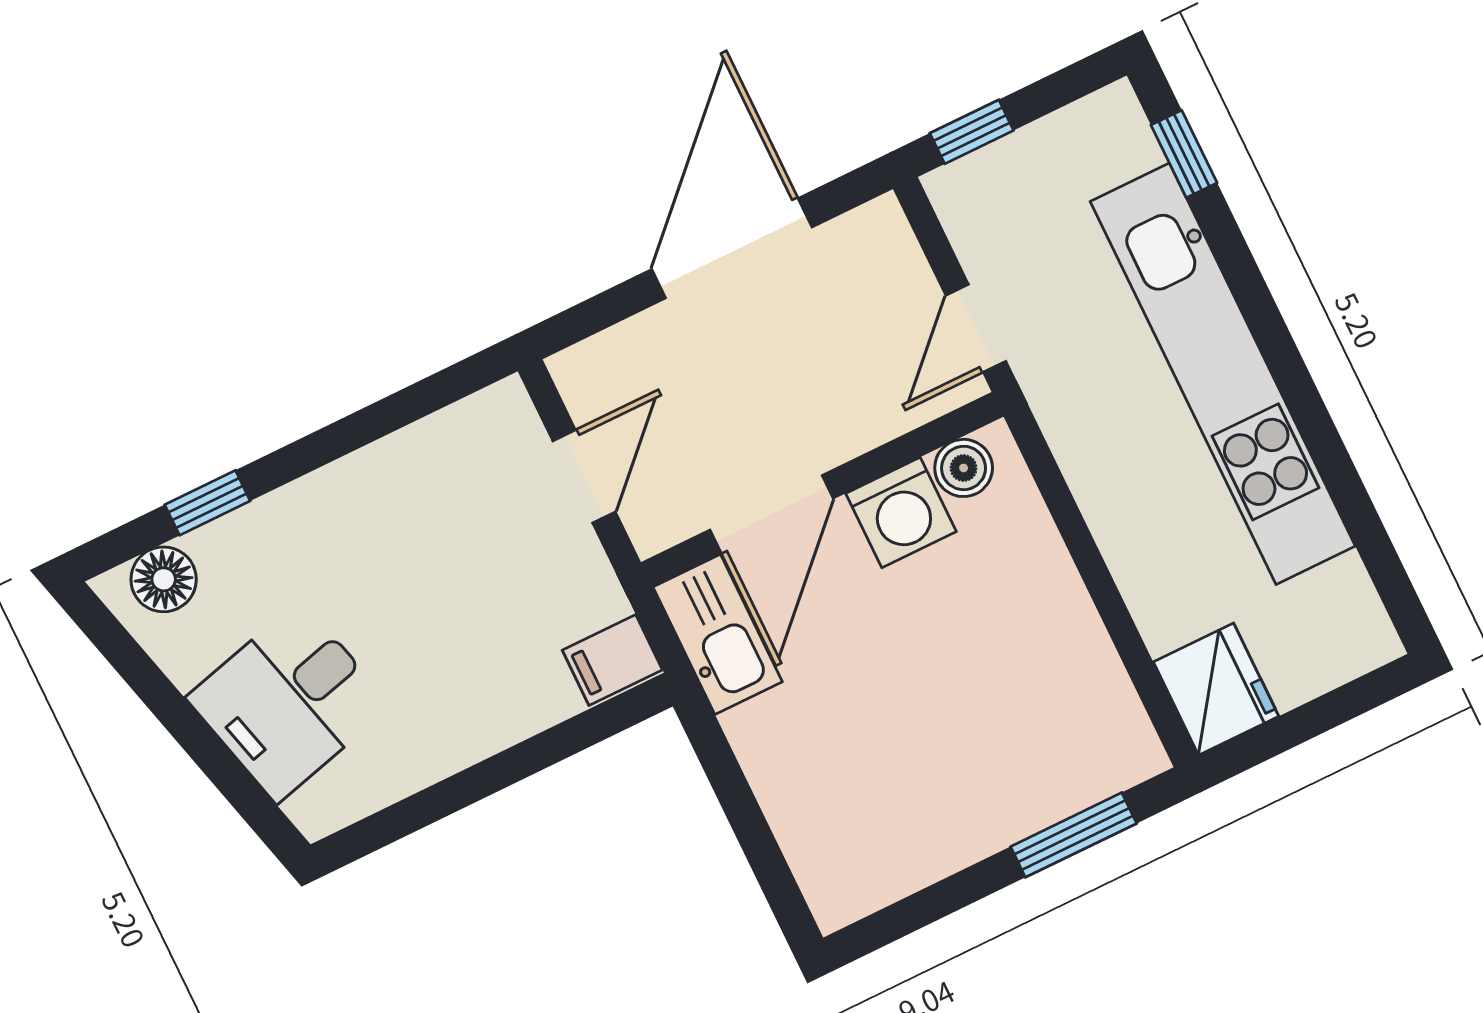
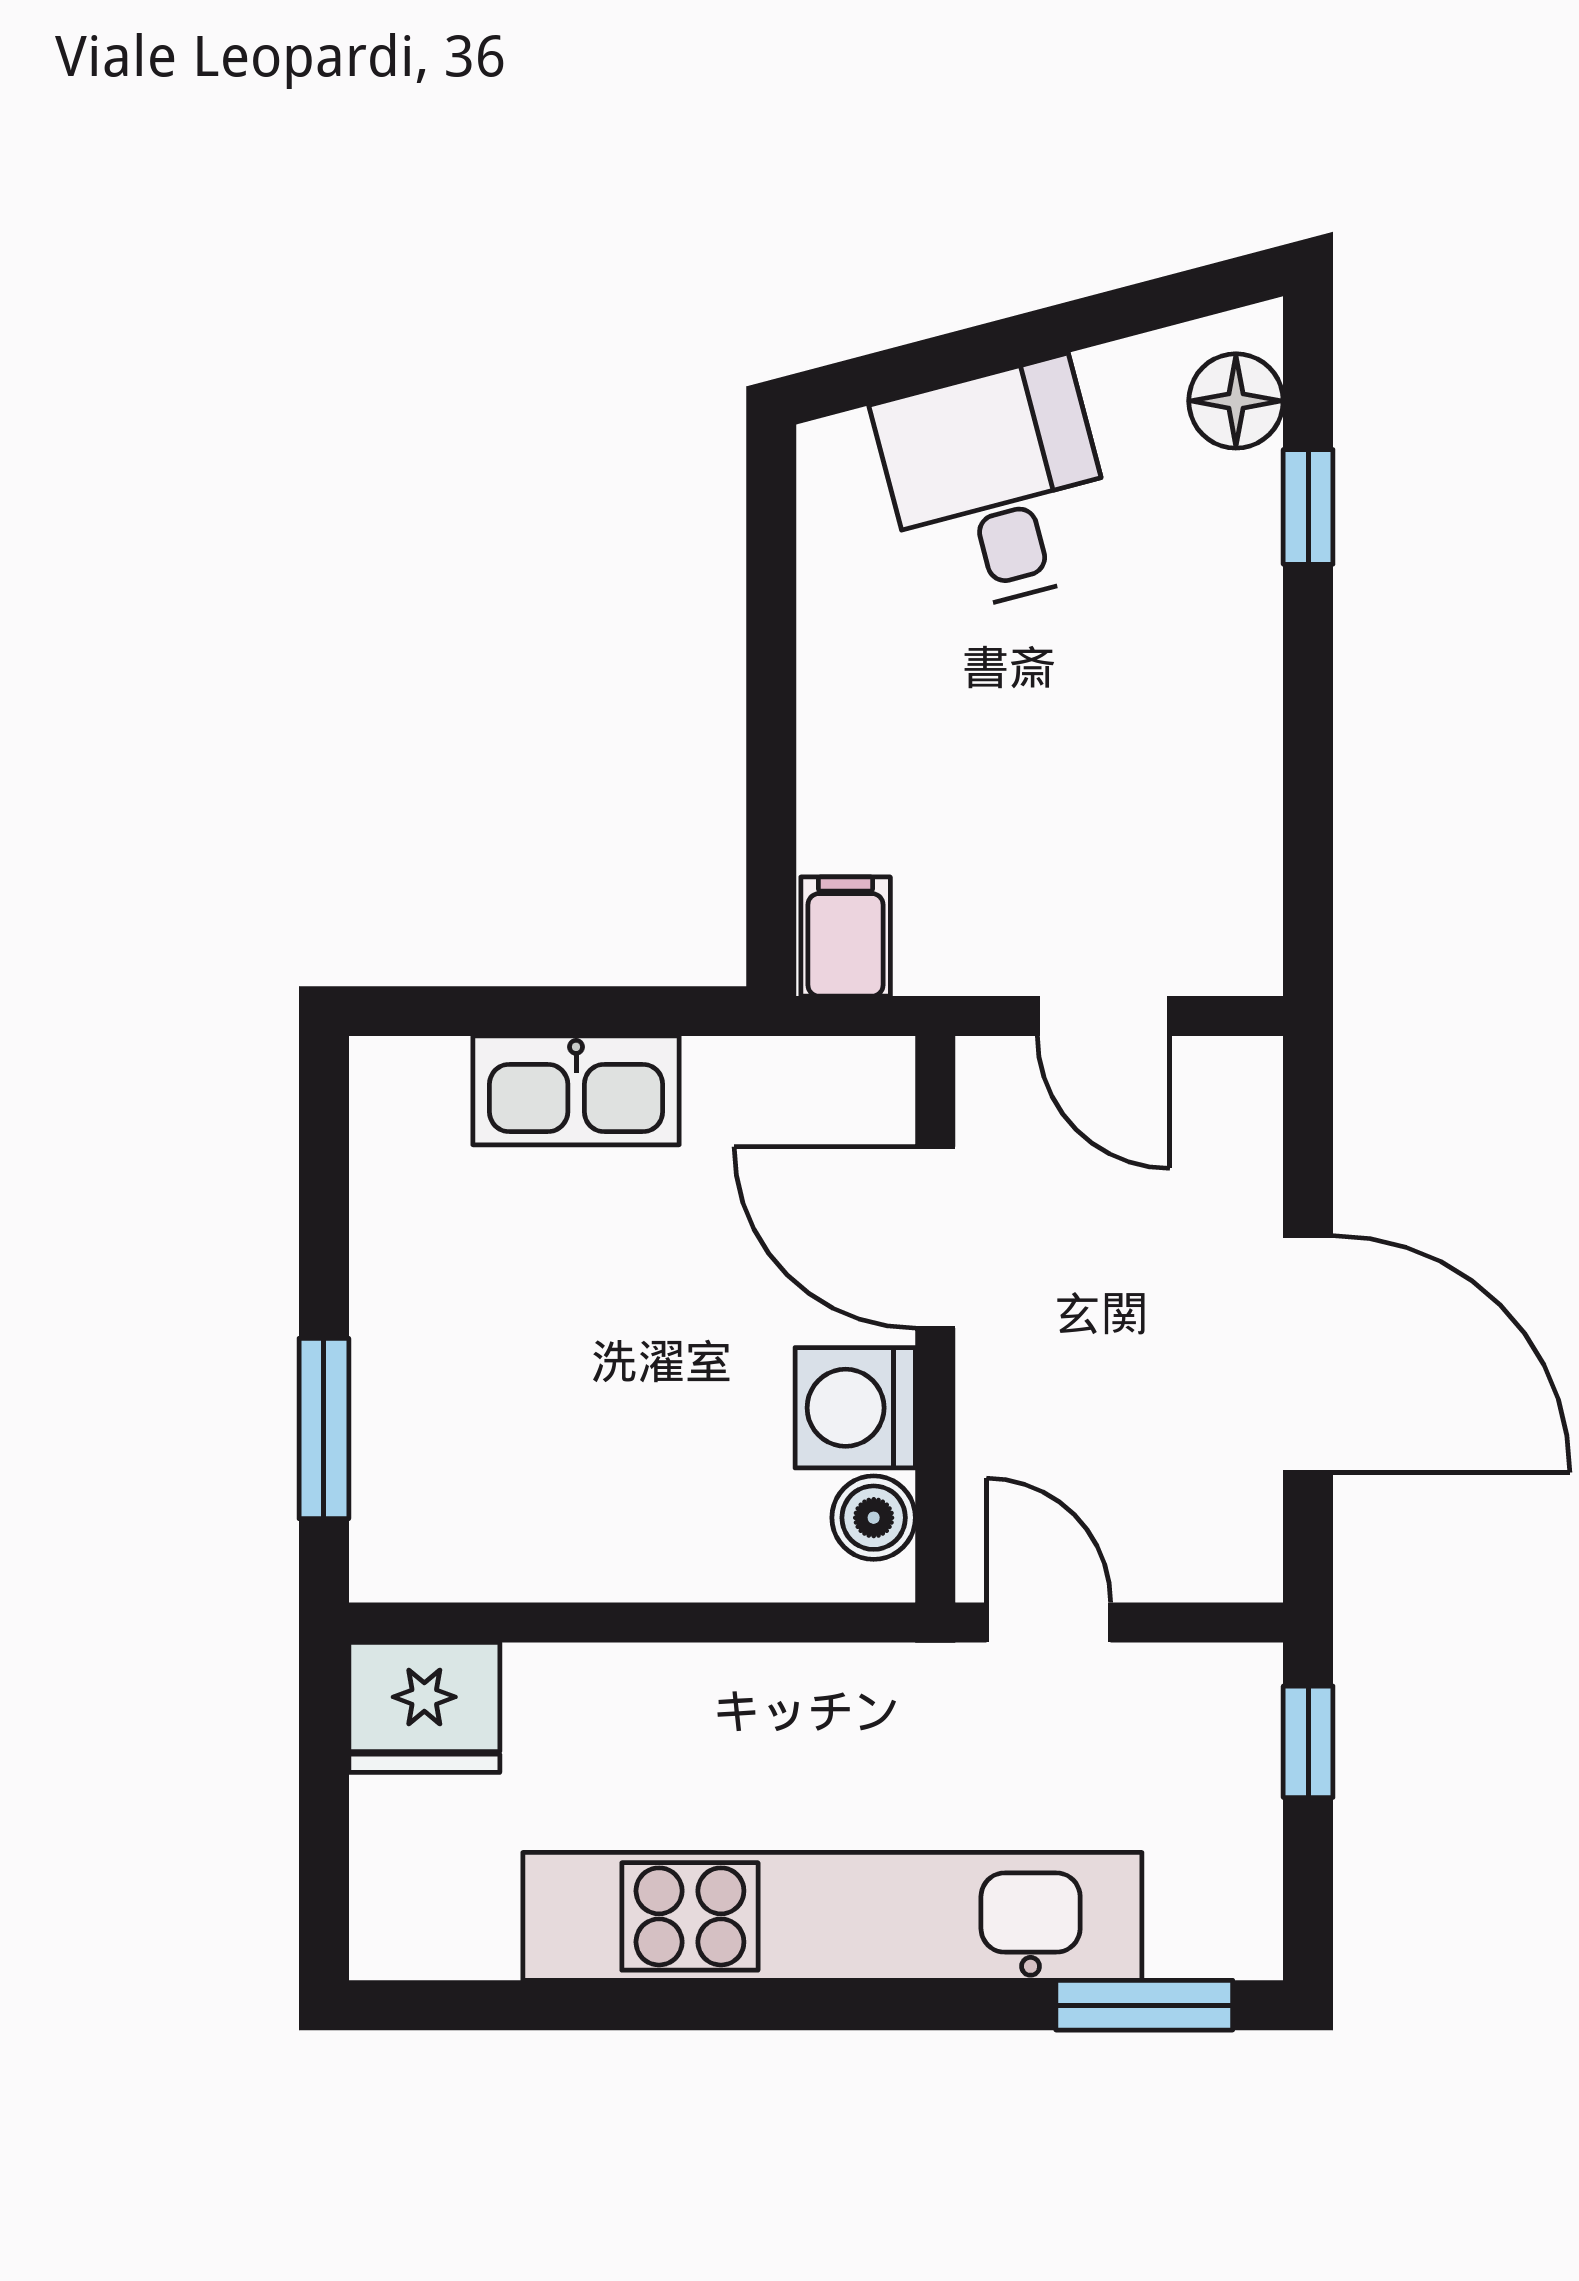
window: (1184, 154) -> (1144, 2005), width x1.50
kitchen sink: (718, 634) -> (576, 1090), moved

